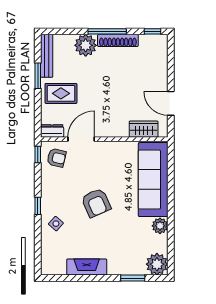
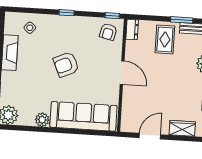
wardrobe: (144, 129) -> (182, 128), moved, turned -90
door: (81, 139) -> (122, 73), moved
side table: (56, 224) -> (30, 28), moved

